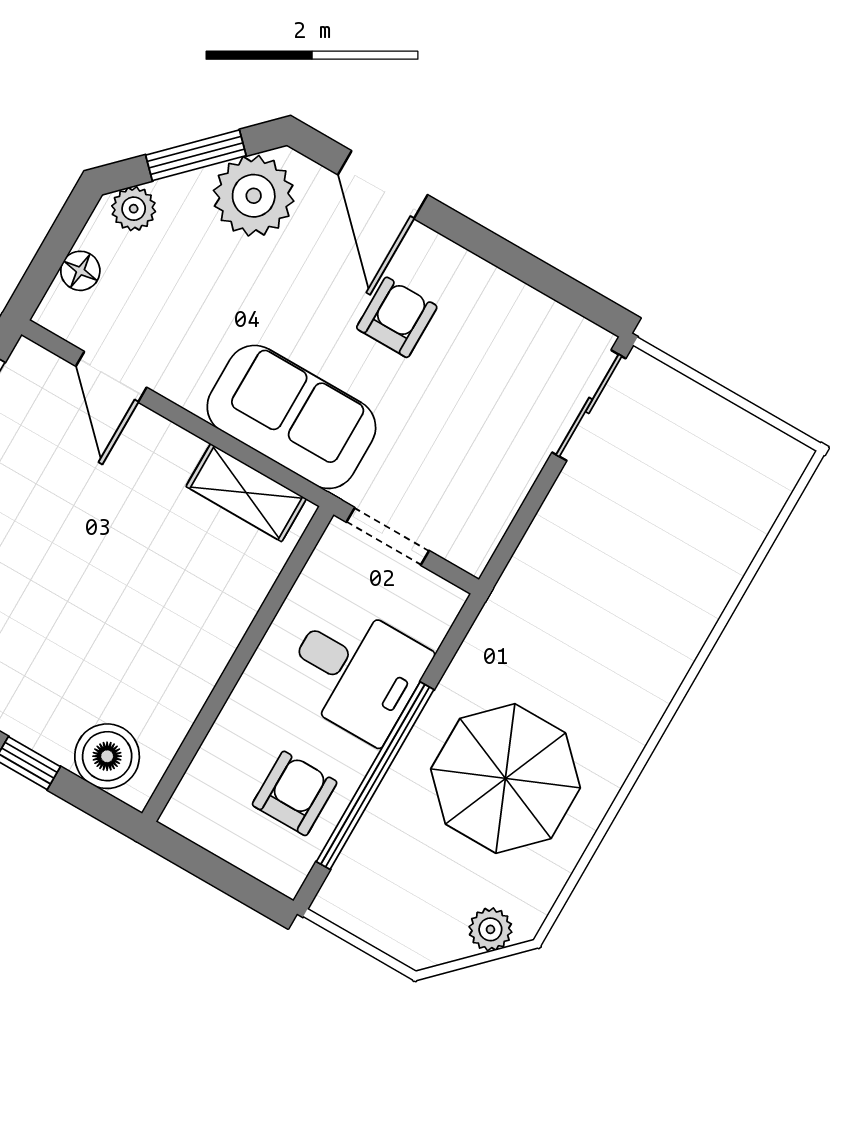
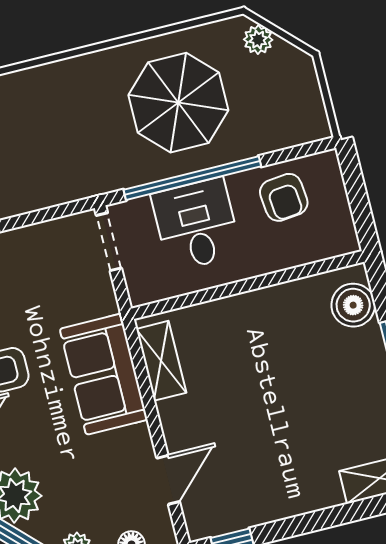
doorway: (388, 536) -> (109, 242), moved
window: (375, 776) -> (192, 178), moved
armchair: (295, 793) -> (284, 197), turned -96

